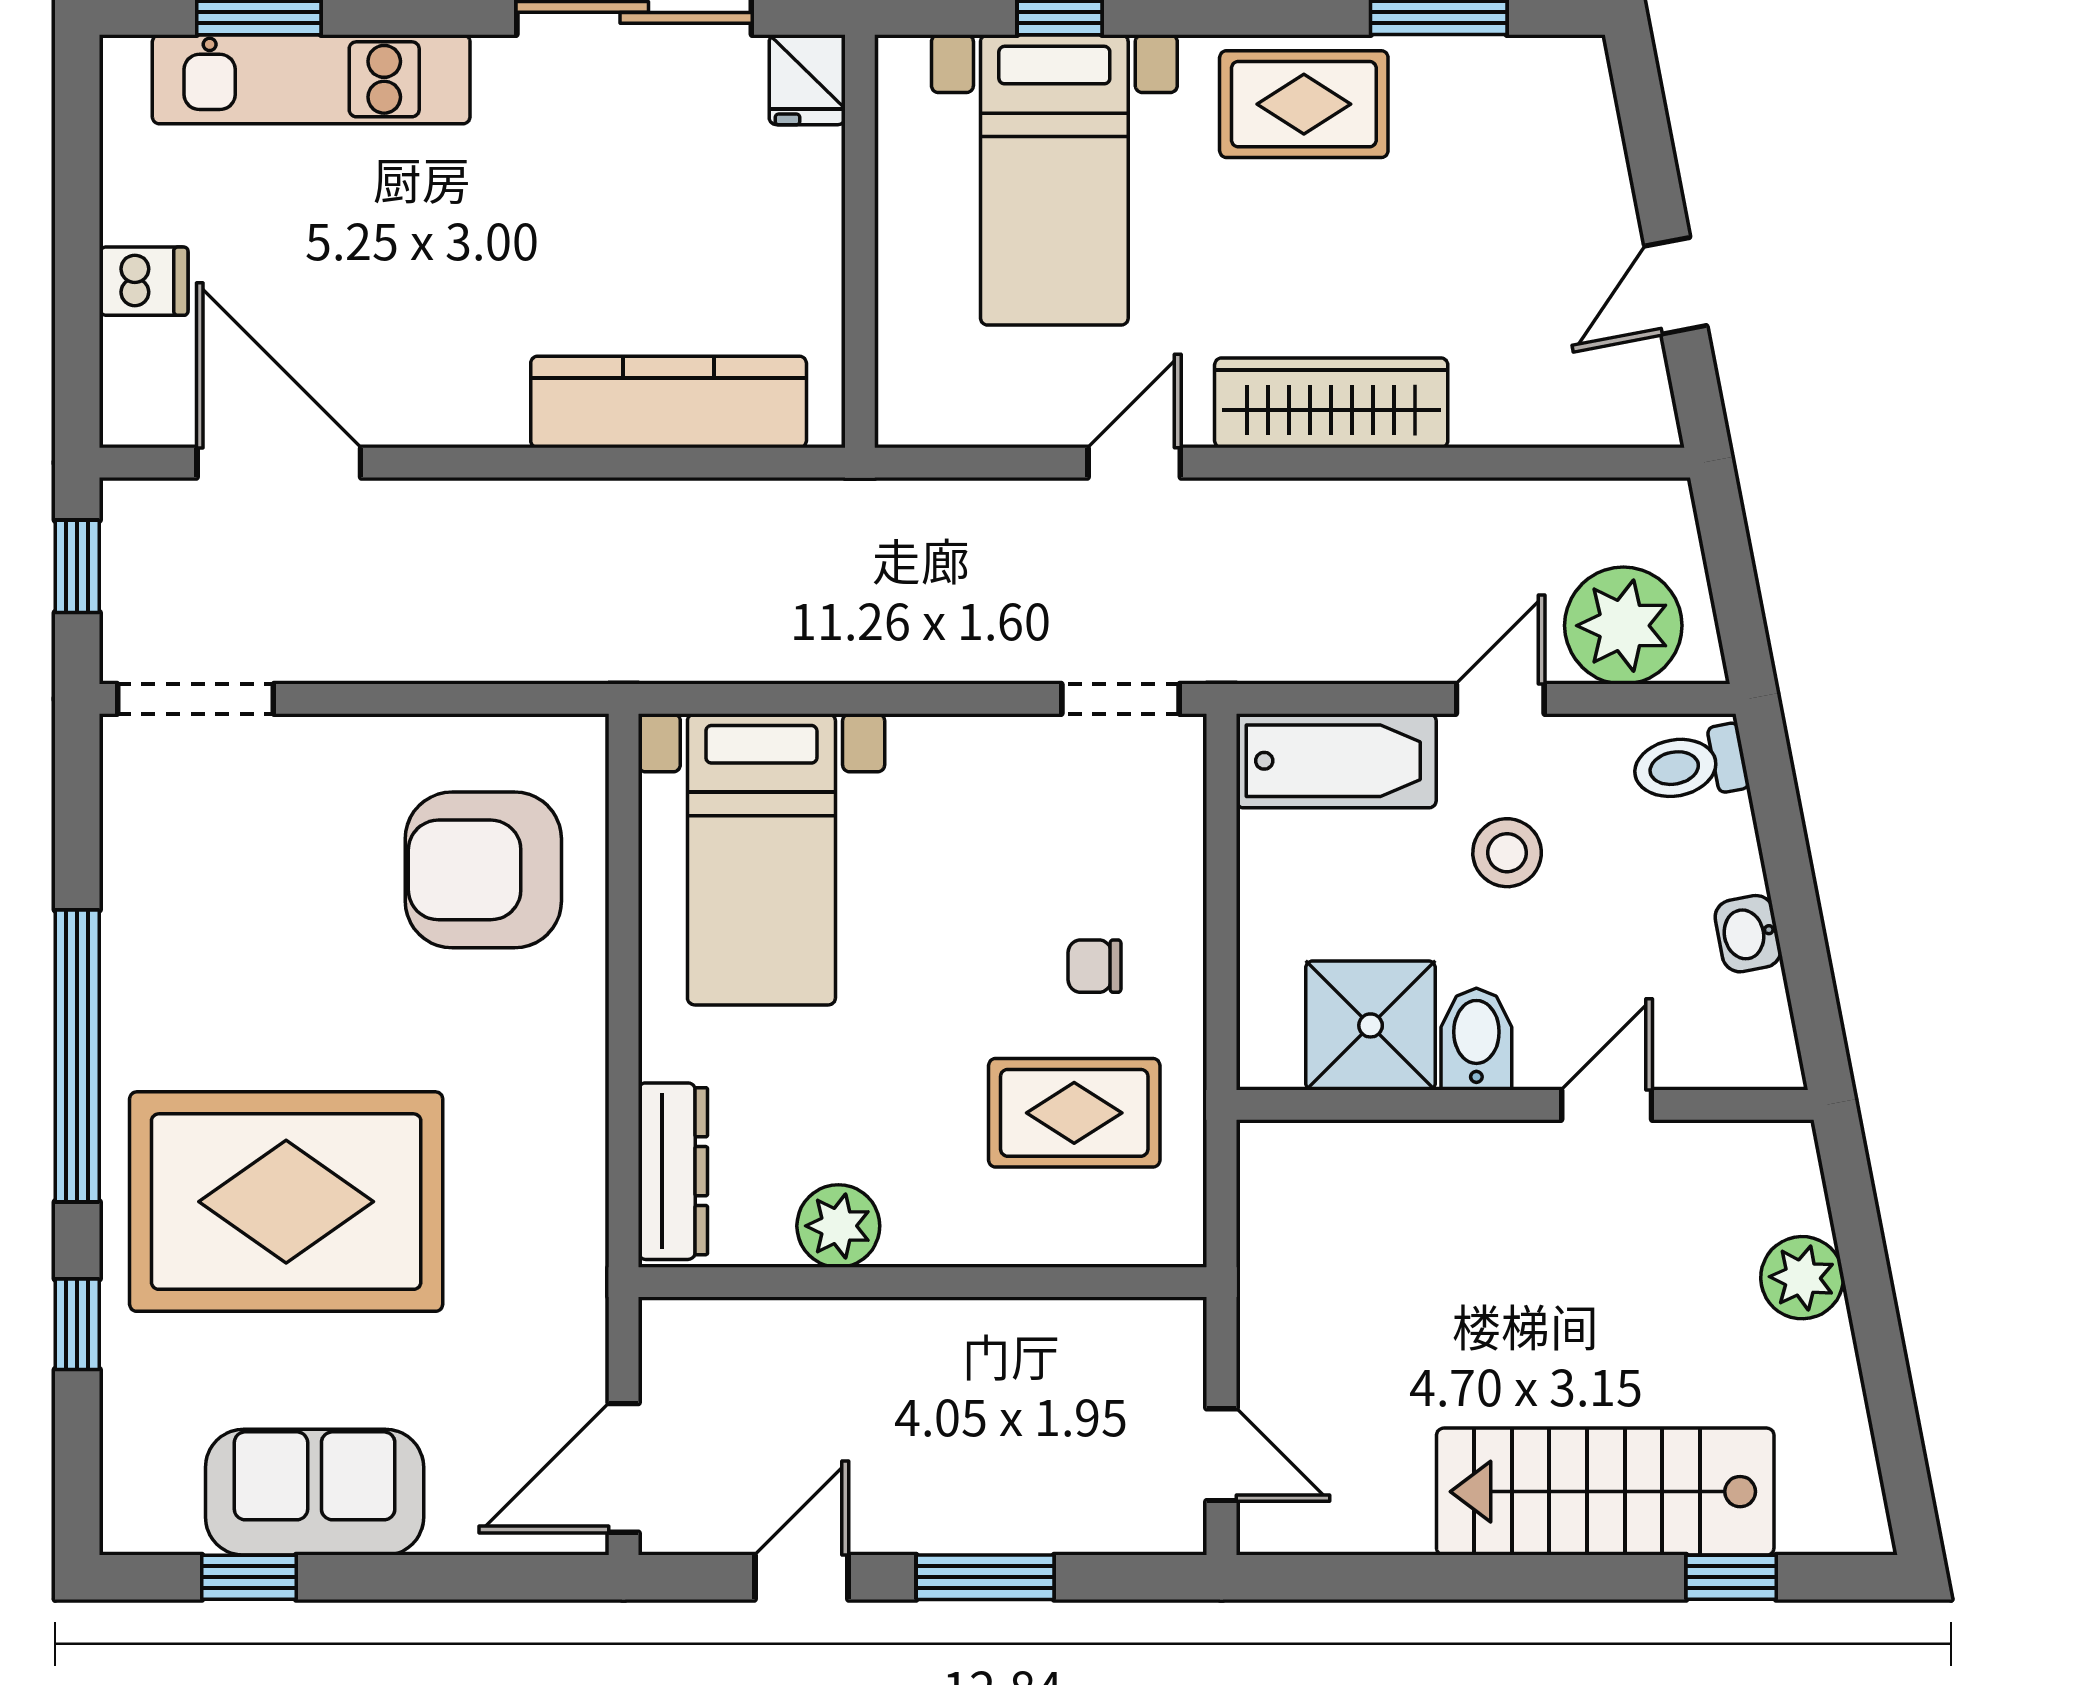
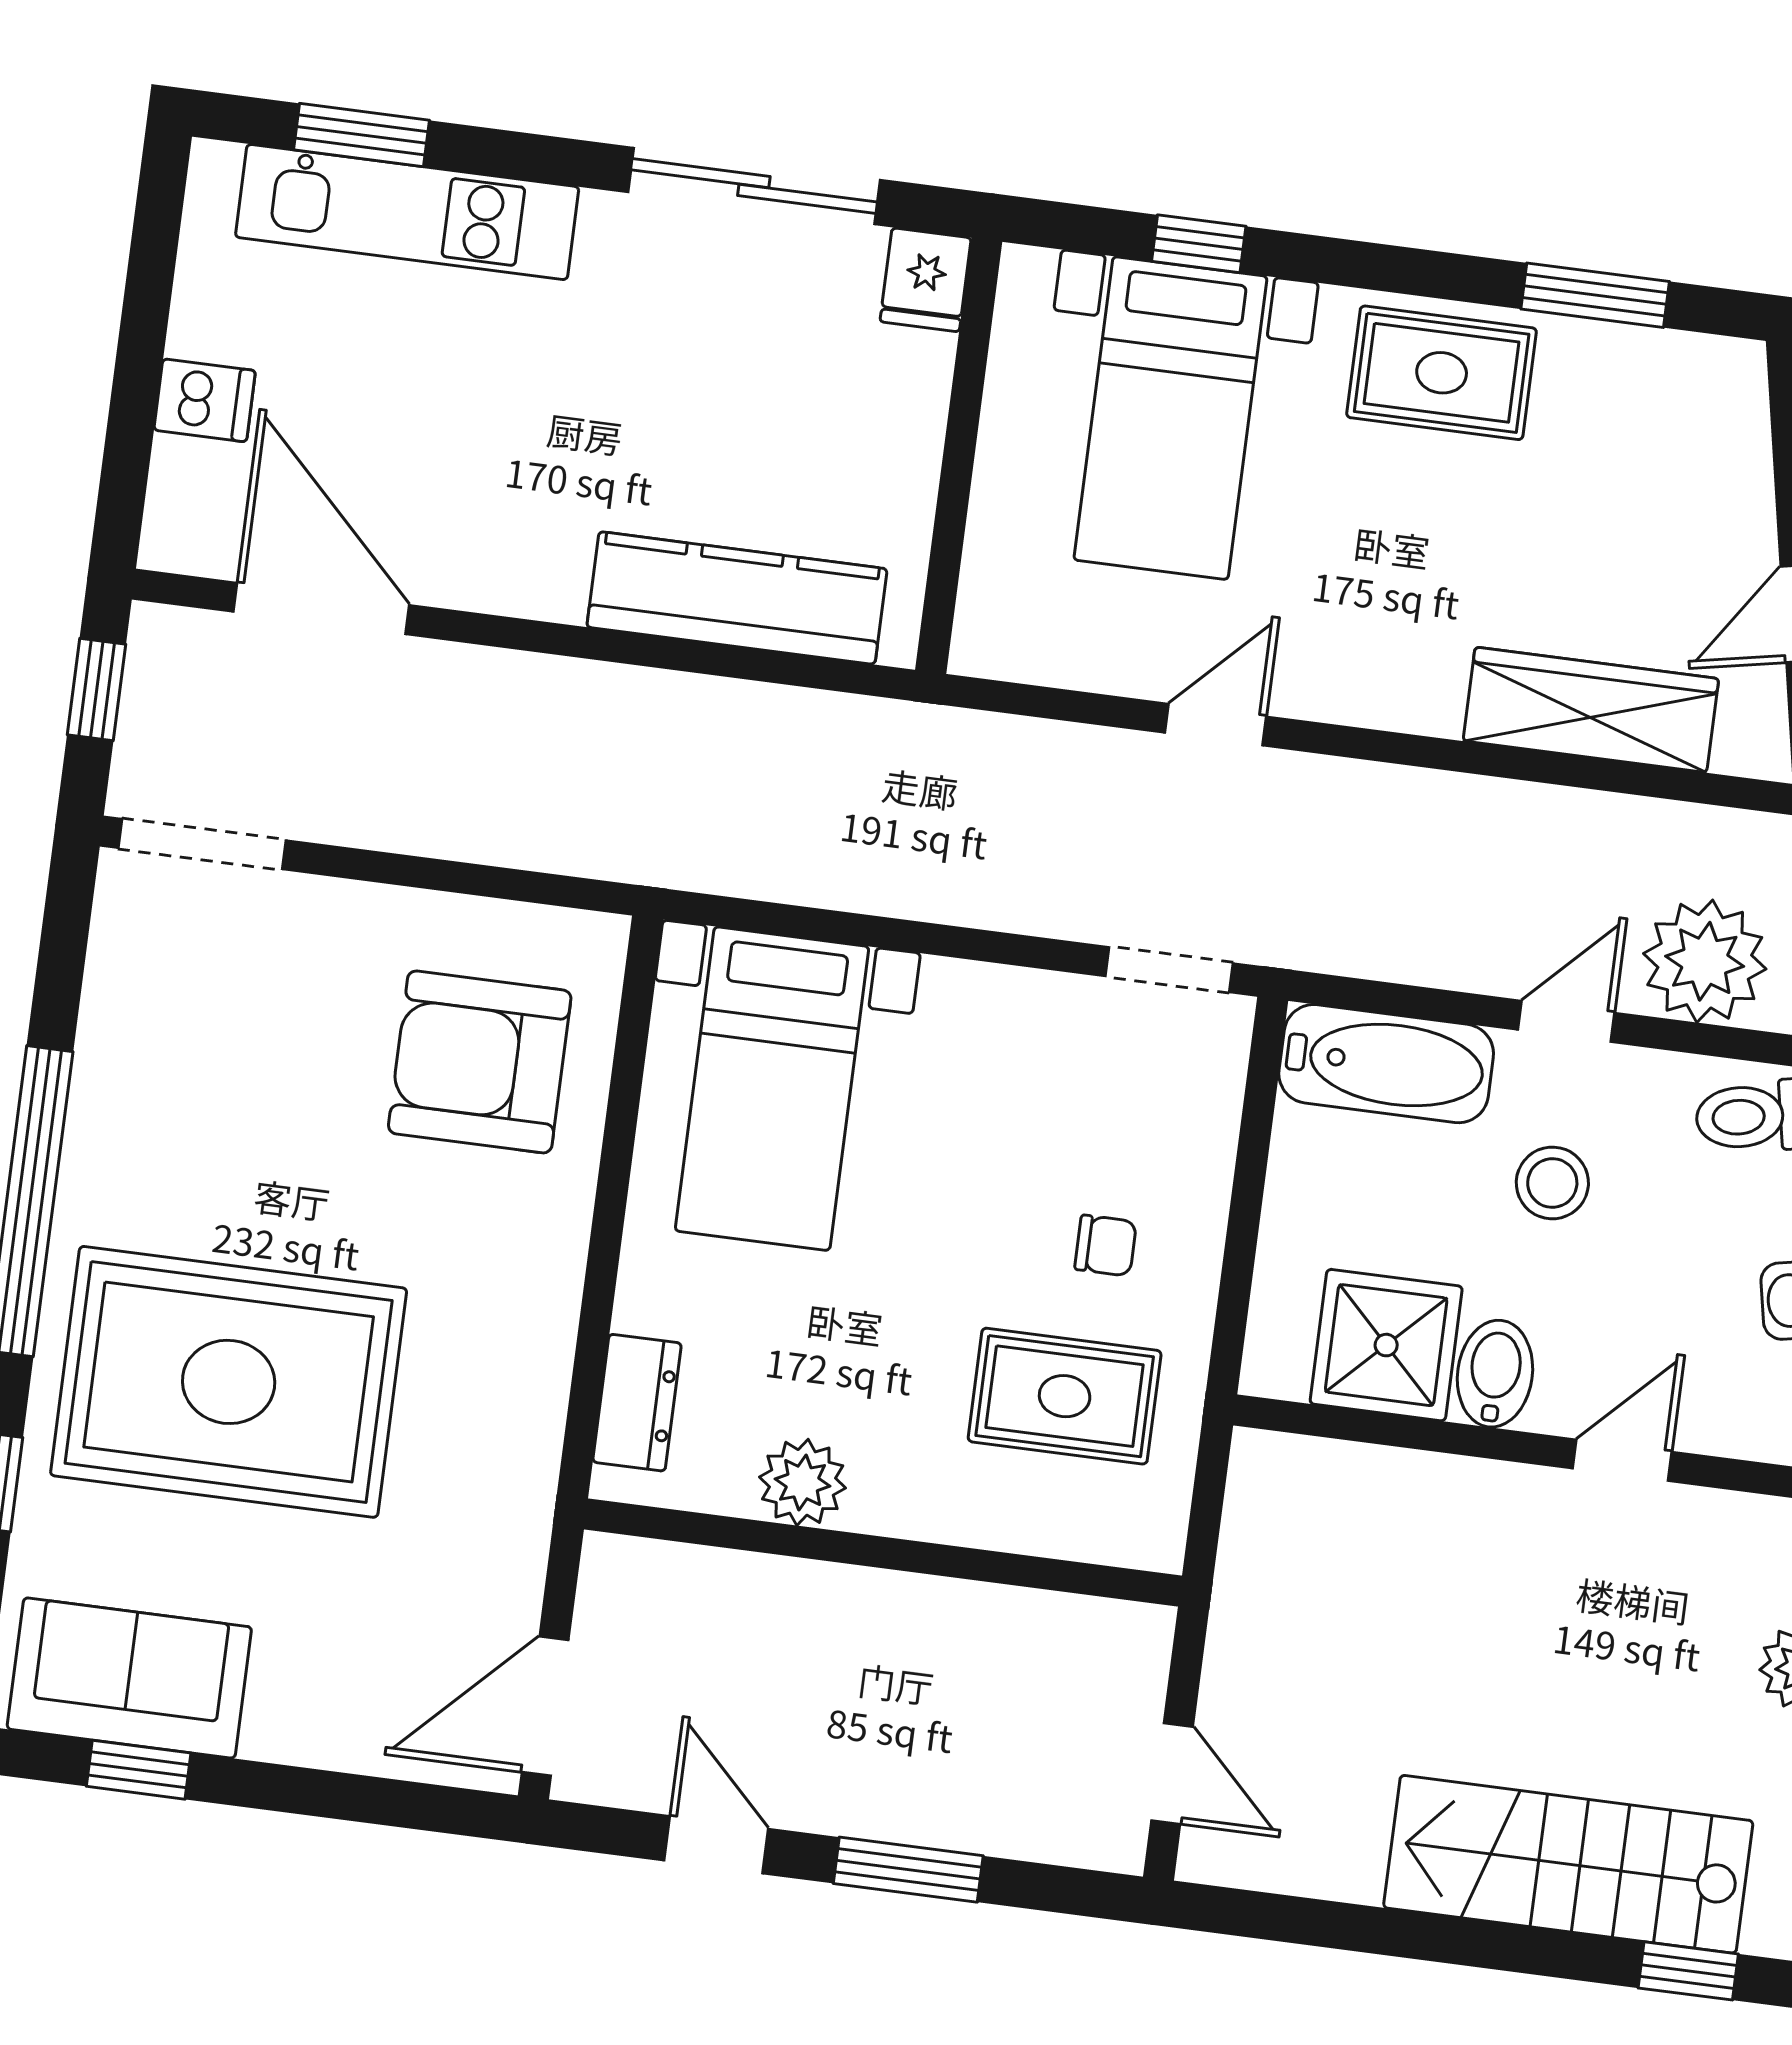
wardrobe: (1331, 403) -> (1591, 710), moved
chair: (1094, 966) -> (1106, 1246), turned 180
dresser: (673, 1171) -> (637, 1403), width x0.70
sofa: (315, 1492) -> (129, 1678), moved
door: (801, 1577) -> (716, 1845), hinge flipped

